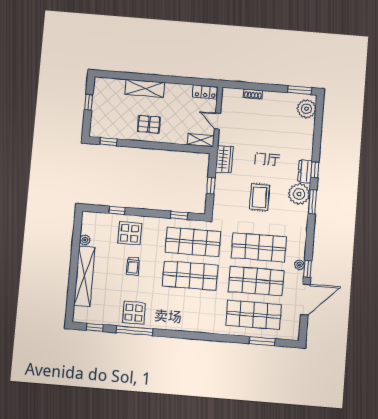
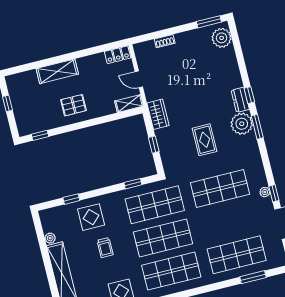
shop shelf: (256, 281) -> (171, 271), moved

